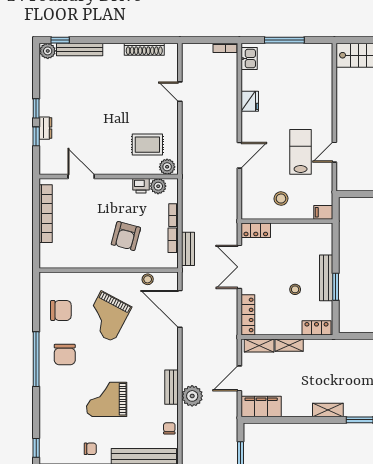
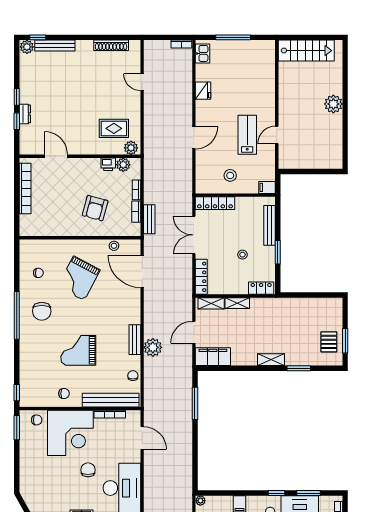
locker: (256, 230) -> (215, 203), width x1.53
bench: (326, 278) -> (270, 225), moved
chair: (61, 310) -> (38, 273), width x0.54, depth x0.54

